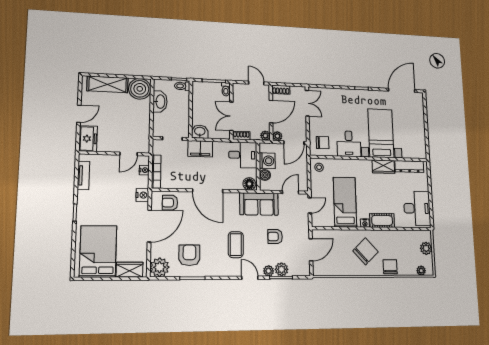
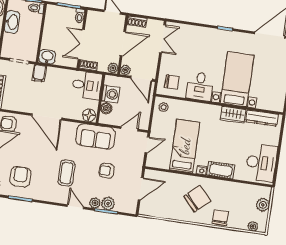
door: (294, 143) -> (141, 79), hinge flipped
filing cabinet: (200, 149) -> (39, 73), width x0.50

